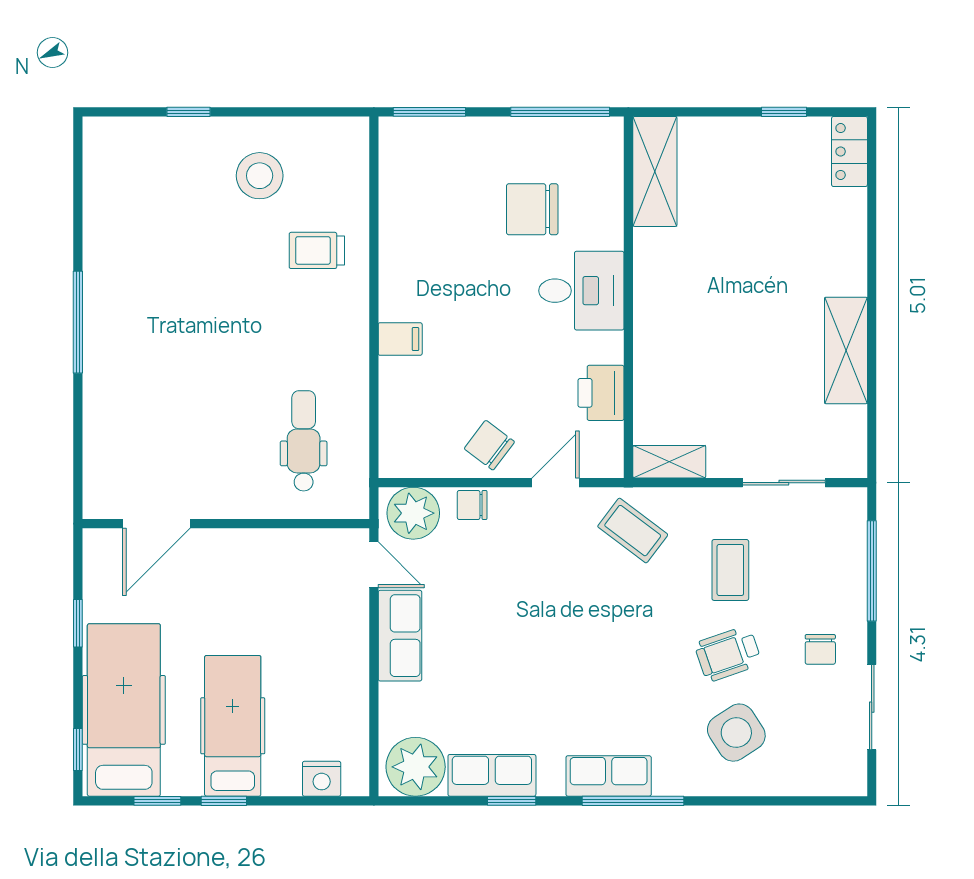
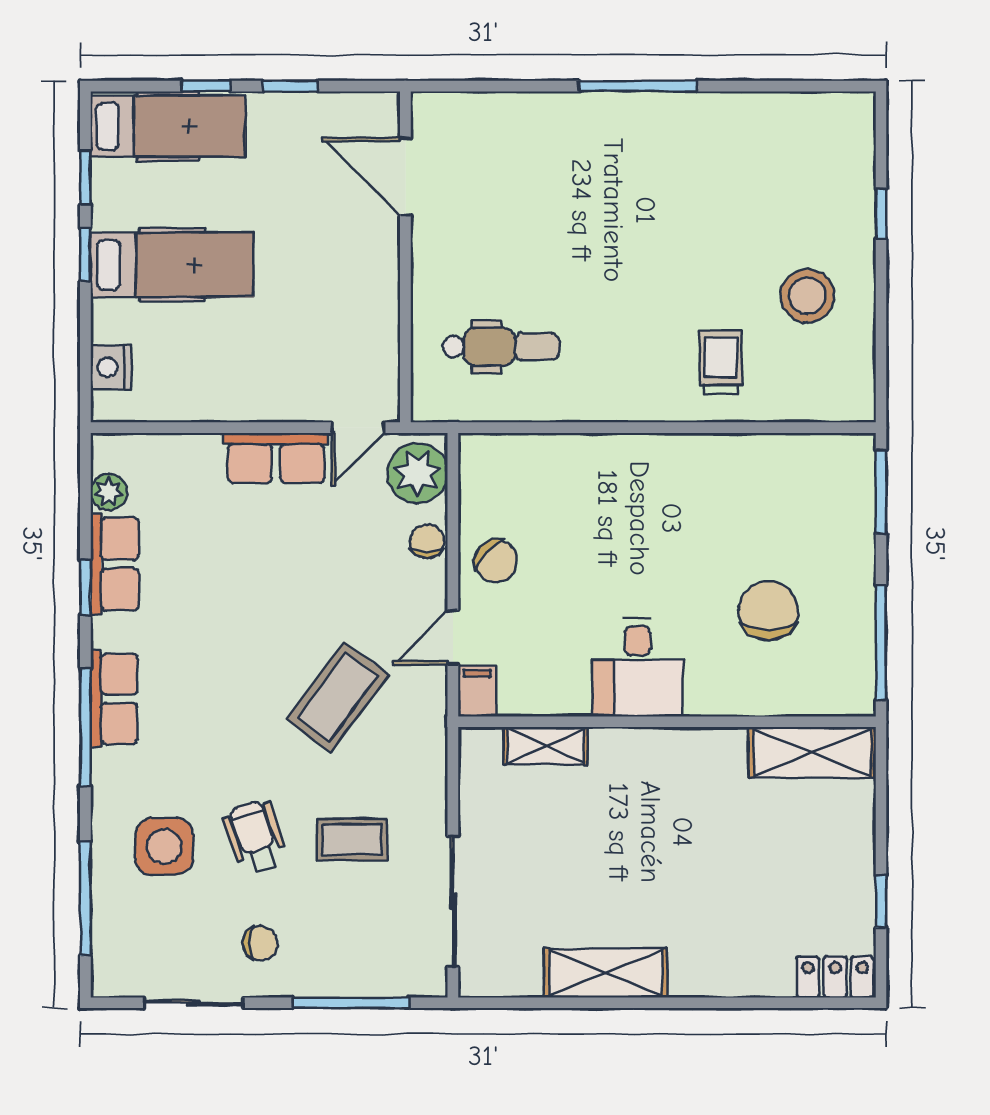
desk: (581, 291) -> (637, 667), moved
filing cabinet: (400, 339) -> (477, 691), moved, turned 180
printer: (601, 393) -> (556, 690), removed
chair: (489, 445) -> (496, 561), turned 95
shelving: (669, 462) -> (546, 746), moved, turned 90
door: (555, 483) -> (453, 638), swing flipped
sliding door: (784, 483) -> (453, 901), width x1.37
coffee table: (633, 531) -> (337, 697), moved, width x1.36, depth x1.30
chair: (820, 649) -> (260, 943), turned 180
hospital bed: (124, 710) -> (168, 126), width x0.73, depth x0.78
side table: (736, 733) -> (164, 846), turned 33
window: (78, 749) -> (206, 86), moved
plant: (416, 767) -> (109, 492), width x0.53, depth x0.53
window: (781, 801) -> (85, 899), added

